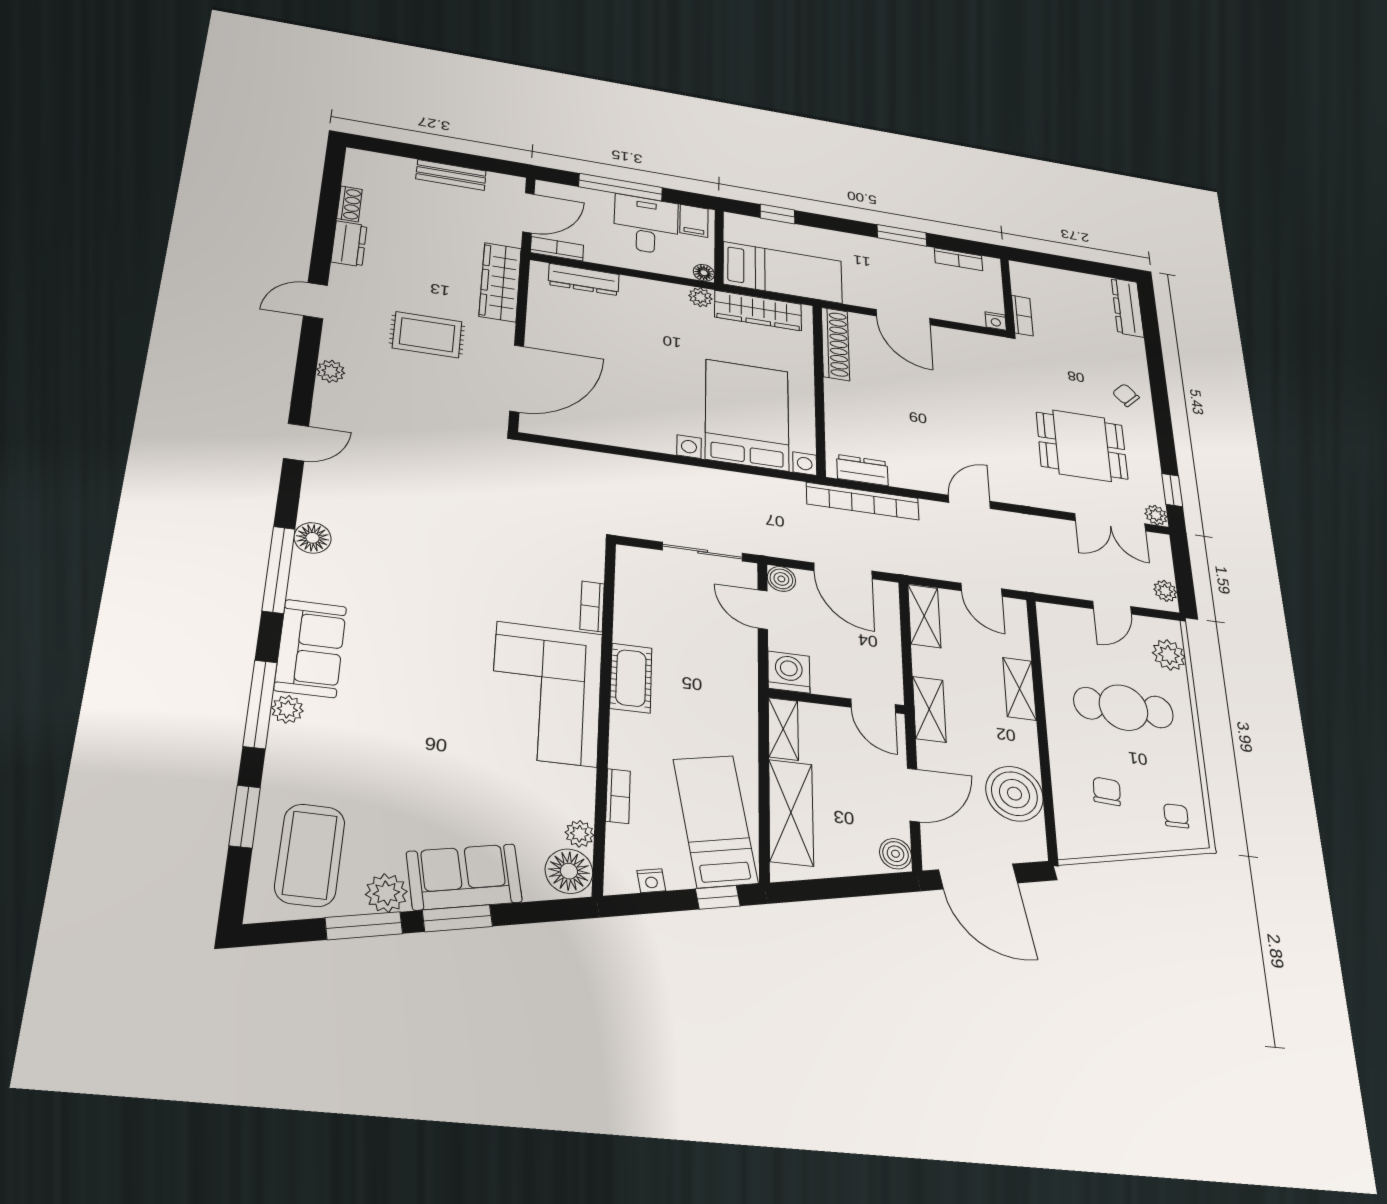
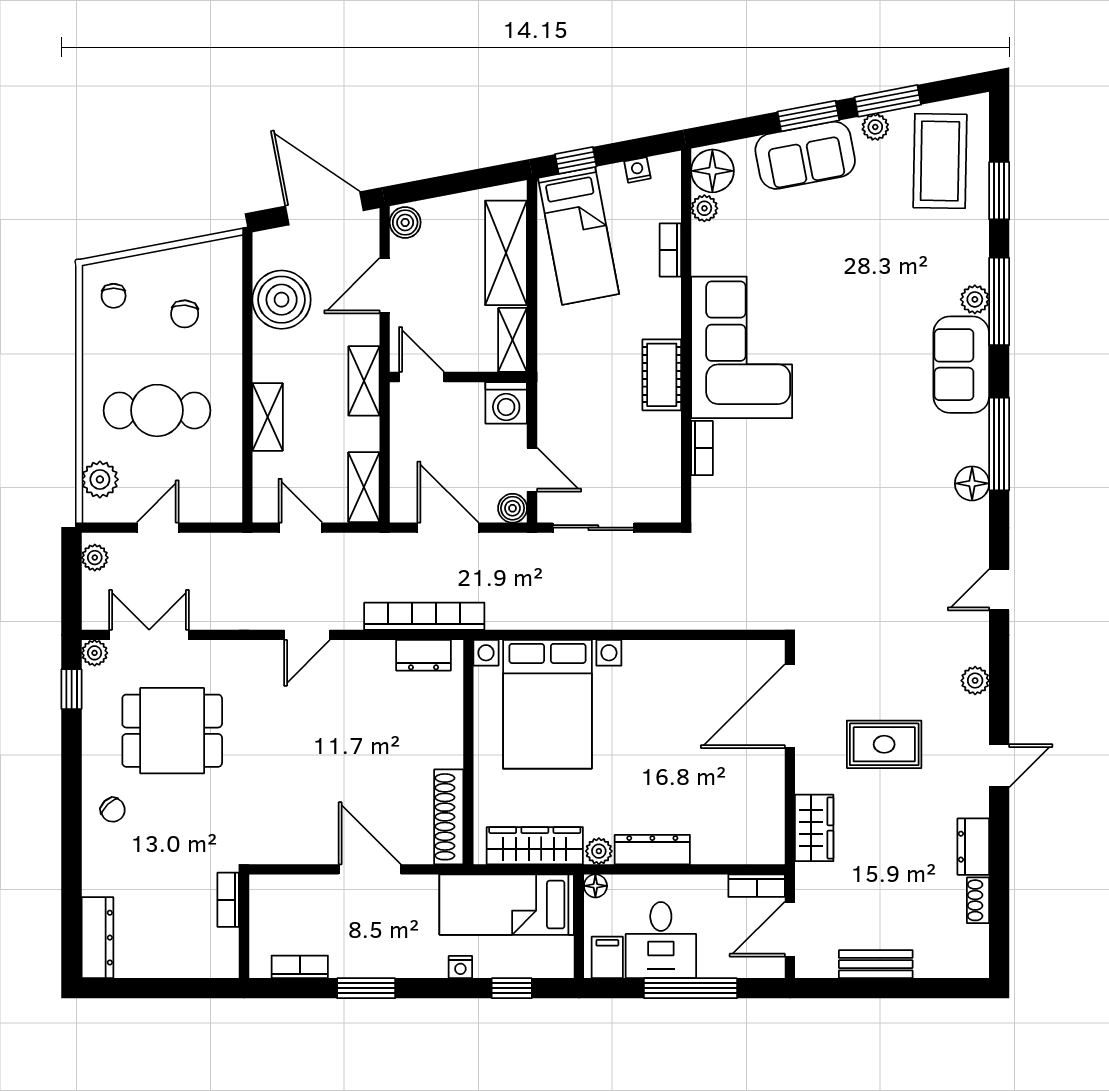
dresser: (584, 279) -> (652, 850), moved
wardrobe: (500, 282) -> (814, 828), width x0.67
nightstand: (996, 321) -> (460, 967), moved, turned 180
plant: (386, 893) -> (875, 127), width x0.73, depth x0.73

